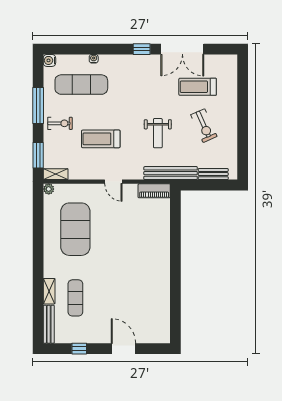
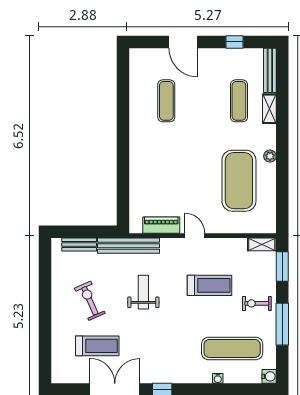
plant: (49, 189) -> (270, 156), moved
piano: (154, 191) -> (161, 225), moved
exercise mat: (138, 298) -> (166, 101), added

